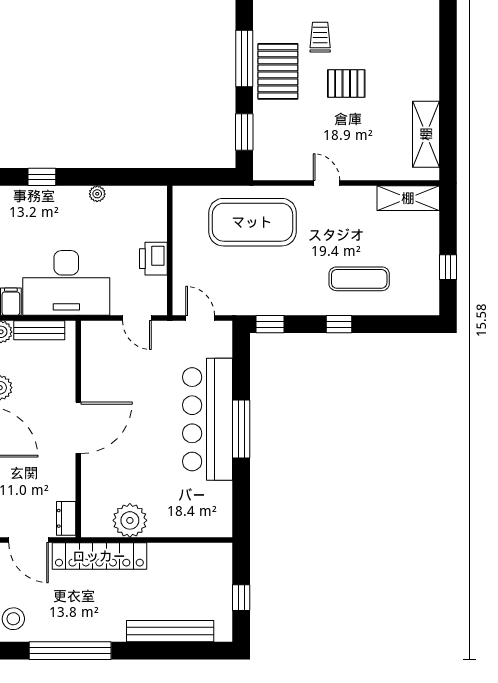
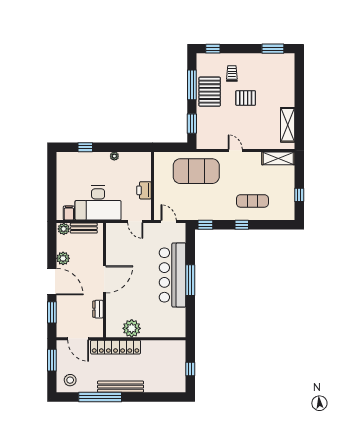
dresser: (66, 518) -> (98, 309), moved
bench: (170, 631) -> (121, 387), moved

